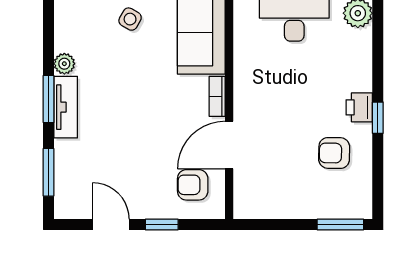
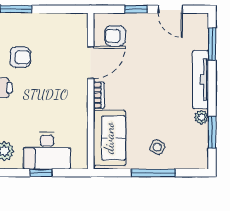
window: (49, 99) -> (212, 132), moved
tv unit: (66, 107) -> (201, 80), width x1.41
armchair: (193, 185) -> (115, 36), turned 180

